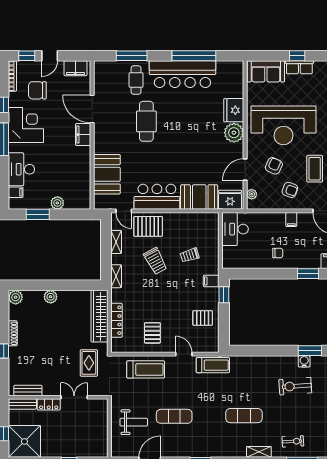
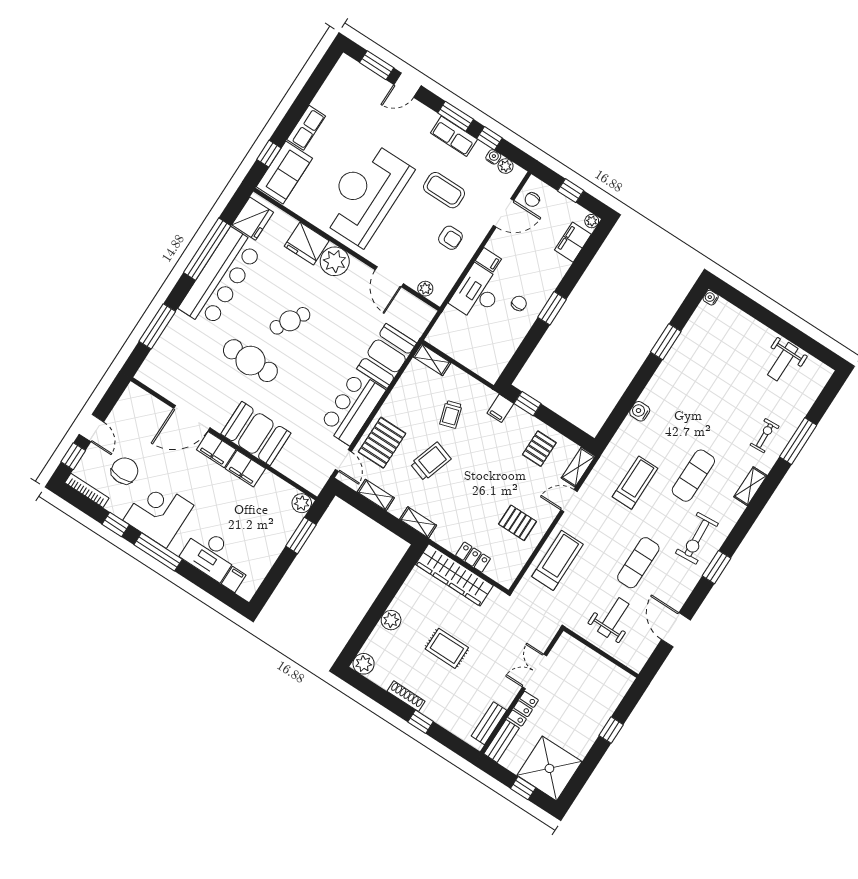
window: (297, 56) -> (269, 154), moved
filing cabinet: (75, 68) -> (245, 469), moved, turned 90
cafe table: (136, 80) -> (290, 321), moved, turned -59
chair: (37, 90) -> (125, 471), turned 180
reception desk: (283, 125) -> (365, 194), turned 180
armchair: (274, 166) -> (408, 238), removed
booth: (107, 174) -> (256, 434), moved
armchair: (290, 190) -> (450, 238), turned 70
fridge: (230, 200) -> (253, 219), moved, turned 180
plant: (57, 203) -> (302, 503), moved
door: (124, 211) -> (343, 461), hinge flipped
window: (38, 214) -> (301, 535), moved
shelving: (214, 224) -> (432, 360), added
desk: (235, 229) -> (477, 293), moved, turned 90
trolley: (155, 261) -> (431, 461), turned -44
window: (308, 274) -> (552, 308), moved
locker: (117, 320) -> (473, 557), width x0.66
shelving: (206, 347) -> (578, 467), added
water cooler: (304, 361) -> (640, 411), moved
rug: (89, 363) -> (447, 648), moved
treadmill: (213, 365) -> (635, 483), moved
exercise bike: (295, 386) -> (697, 538), moved

